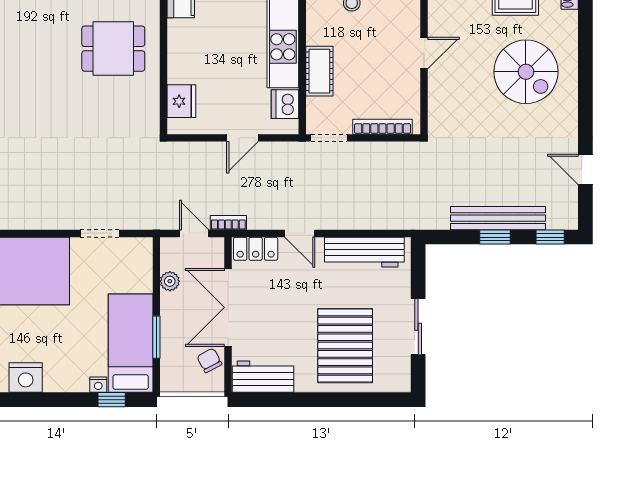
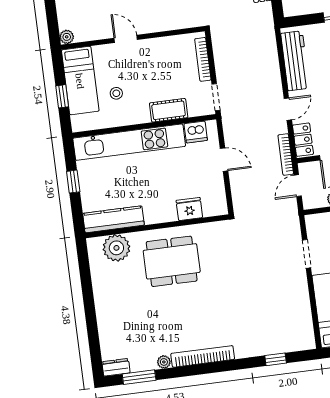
dining table: (113, 49) -> (172, 261), width x1.38
door: (424, 53) -> (126, 39), moved
fridge: (181, 101) -> (189, 209), moved
bookcase: (228, 223) -> (286, 155), width x1.56

